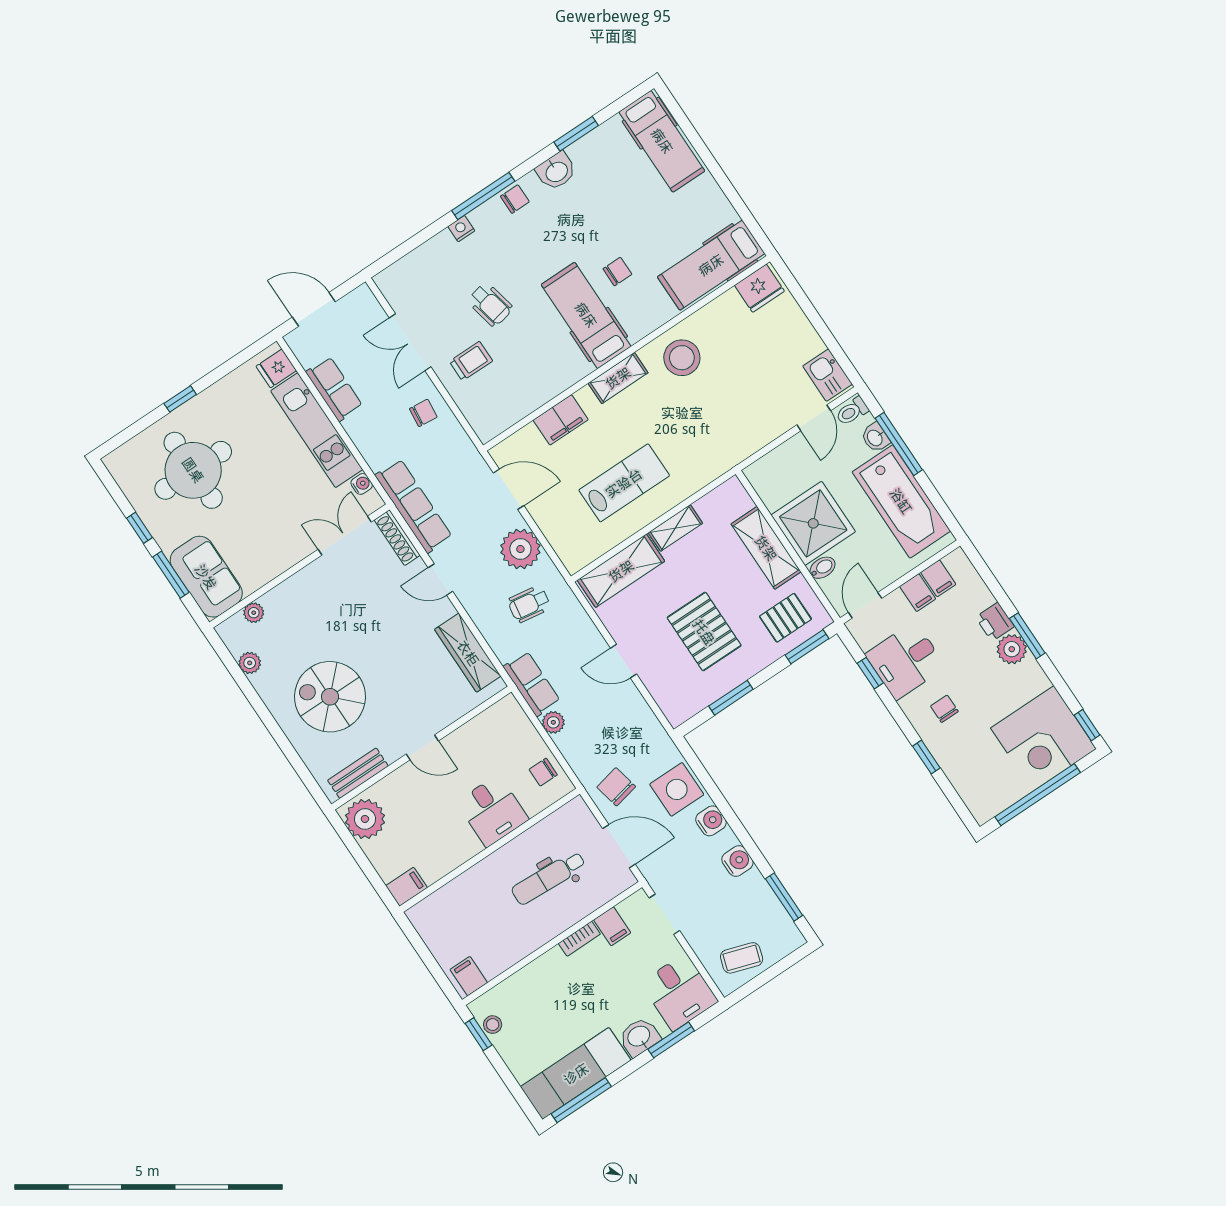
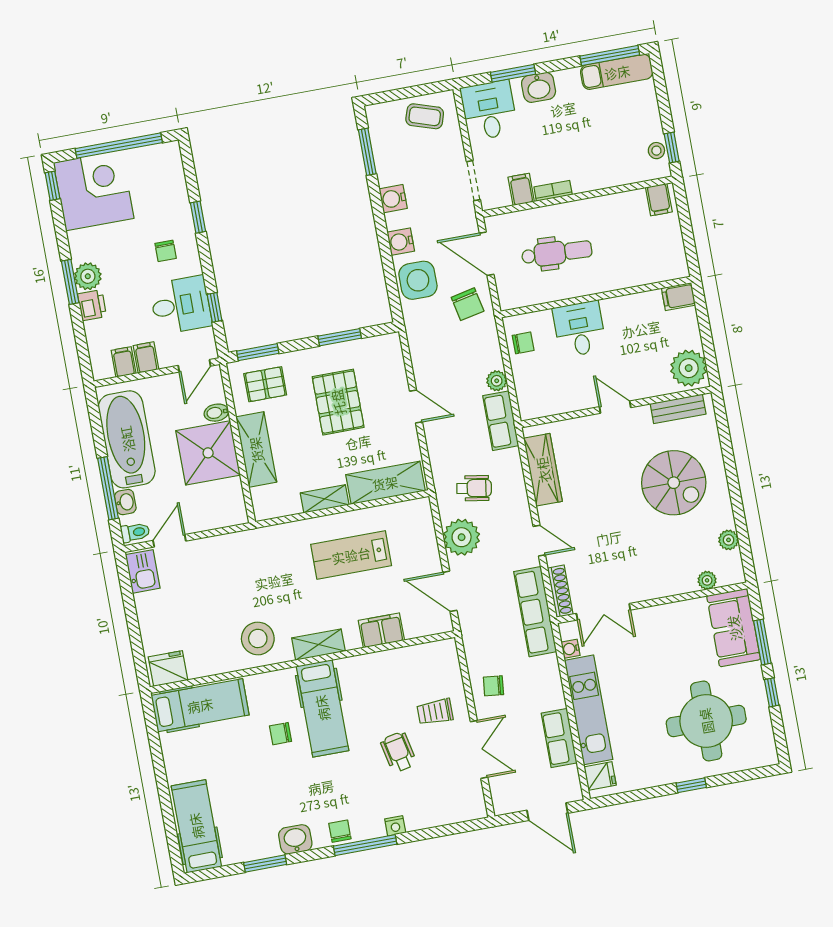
chair: (515, 199) -> (340, 831), turned 90
exam couch: (576, 1074) -> (617, 72), width x0.73, depth x0.69

